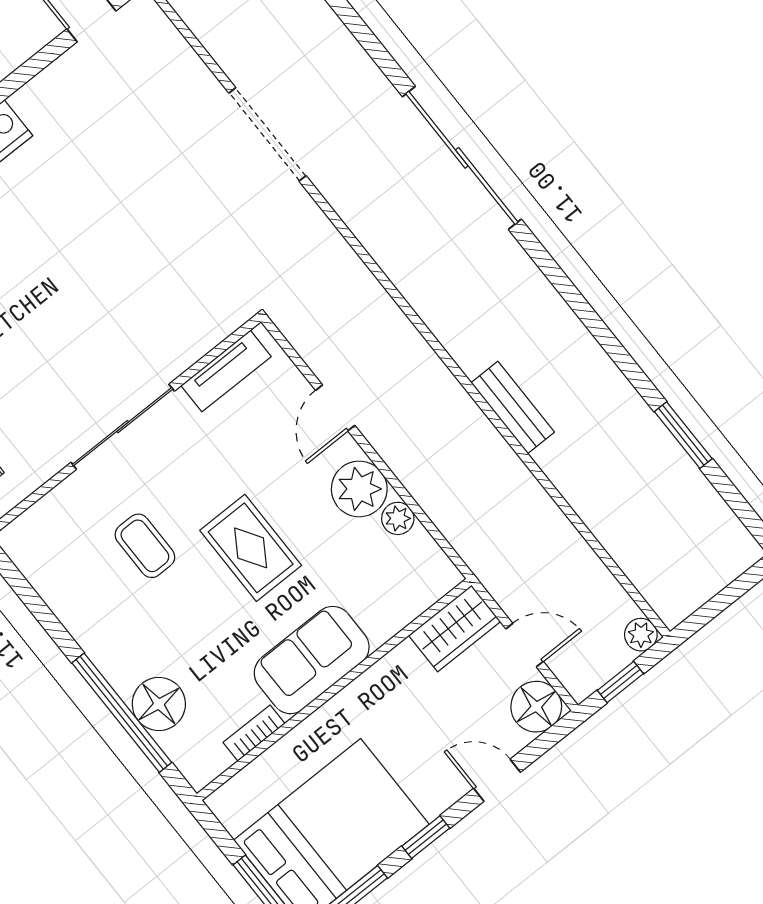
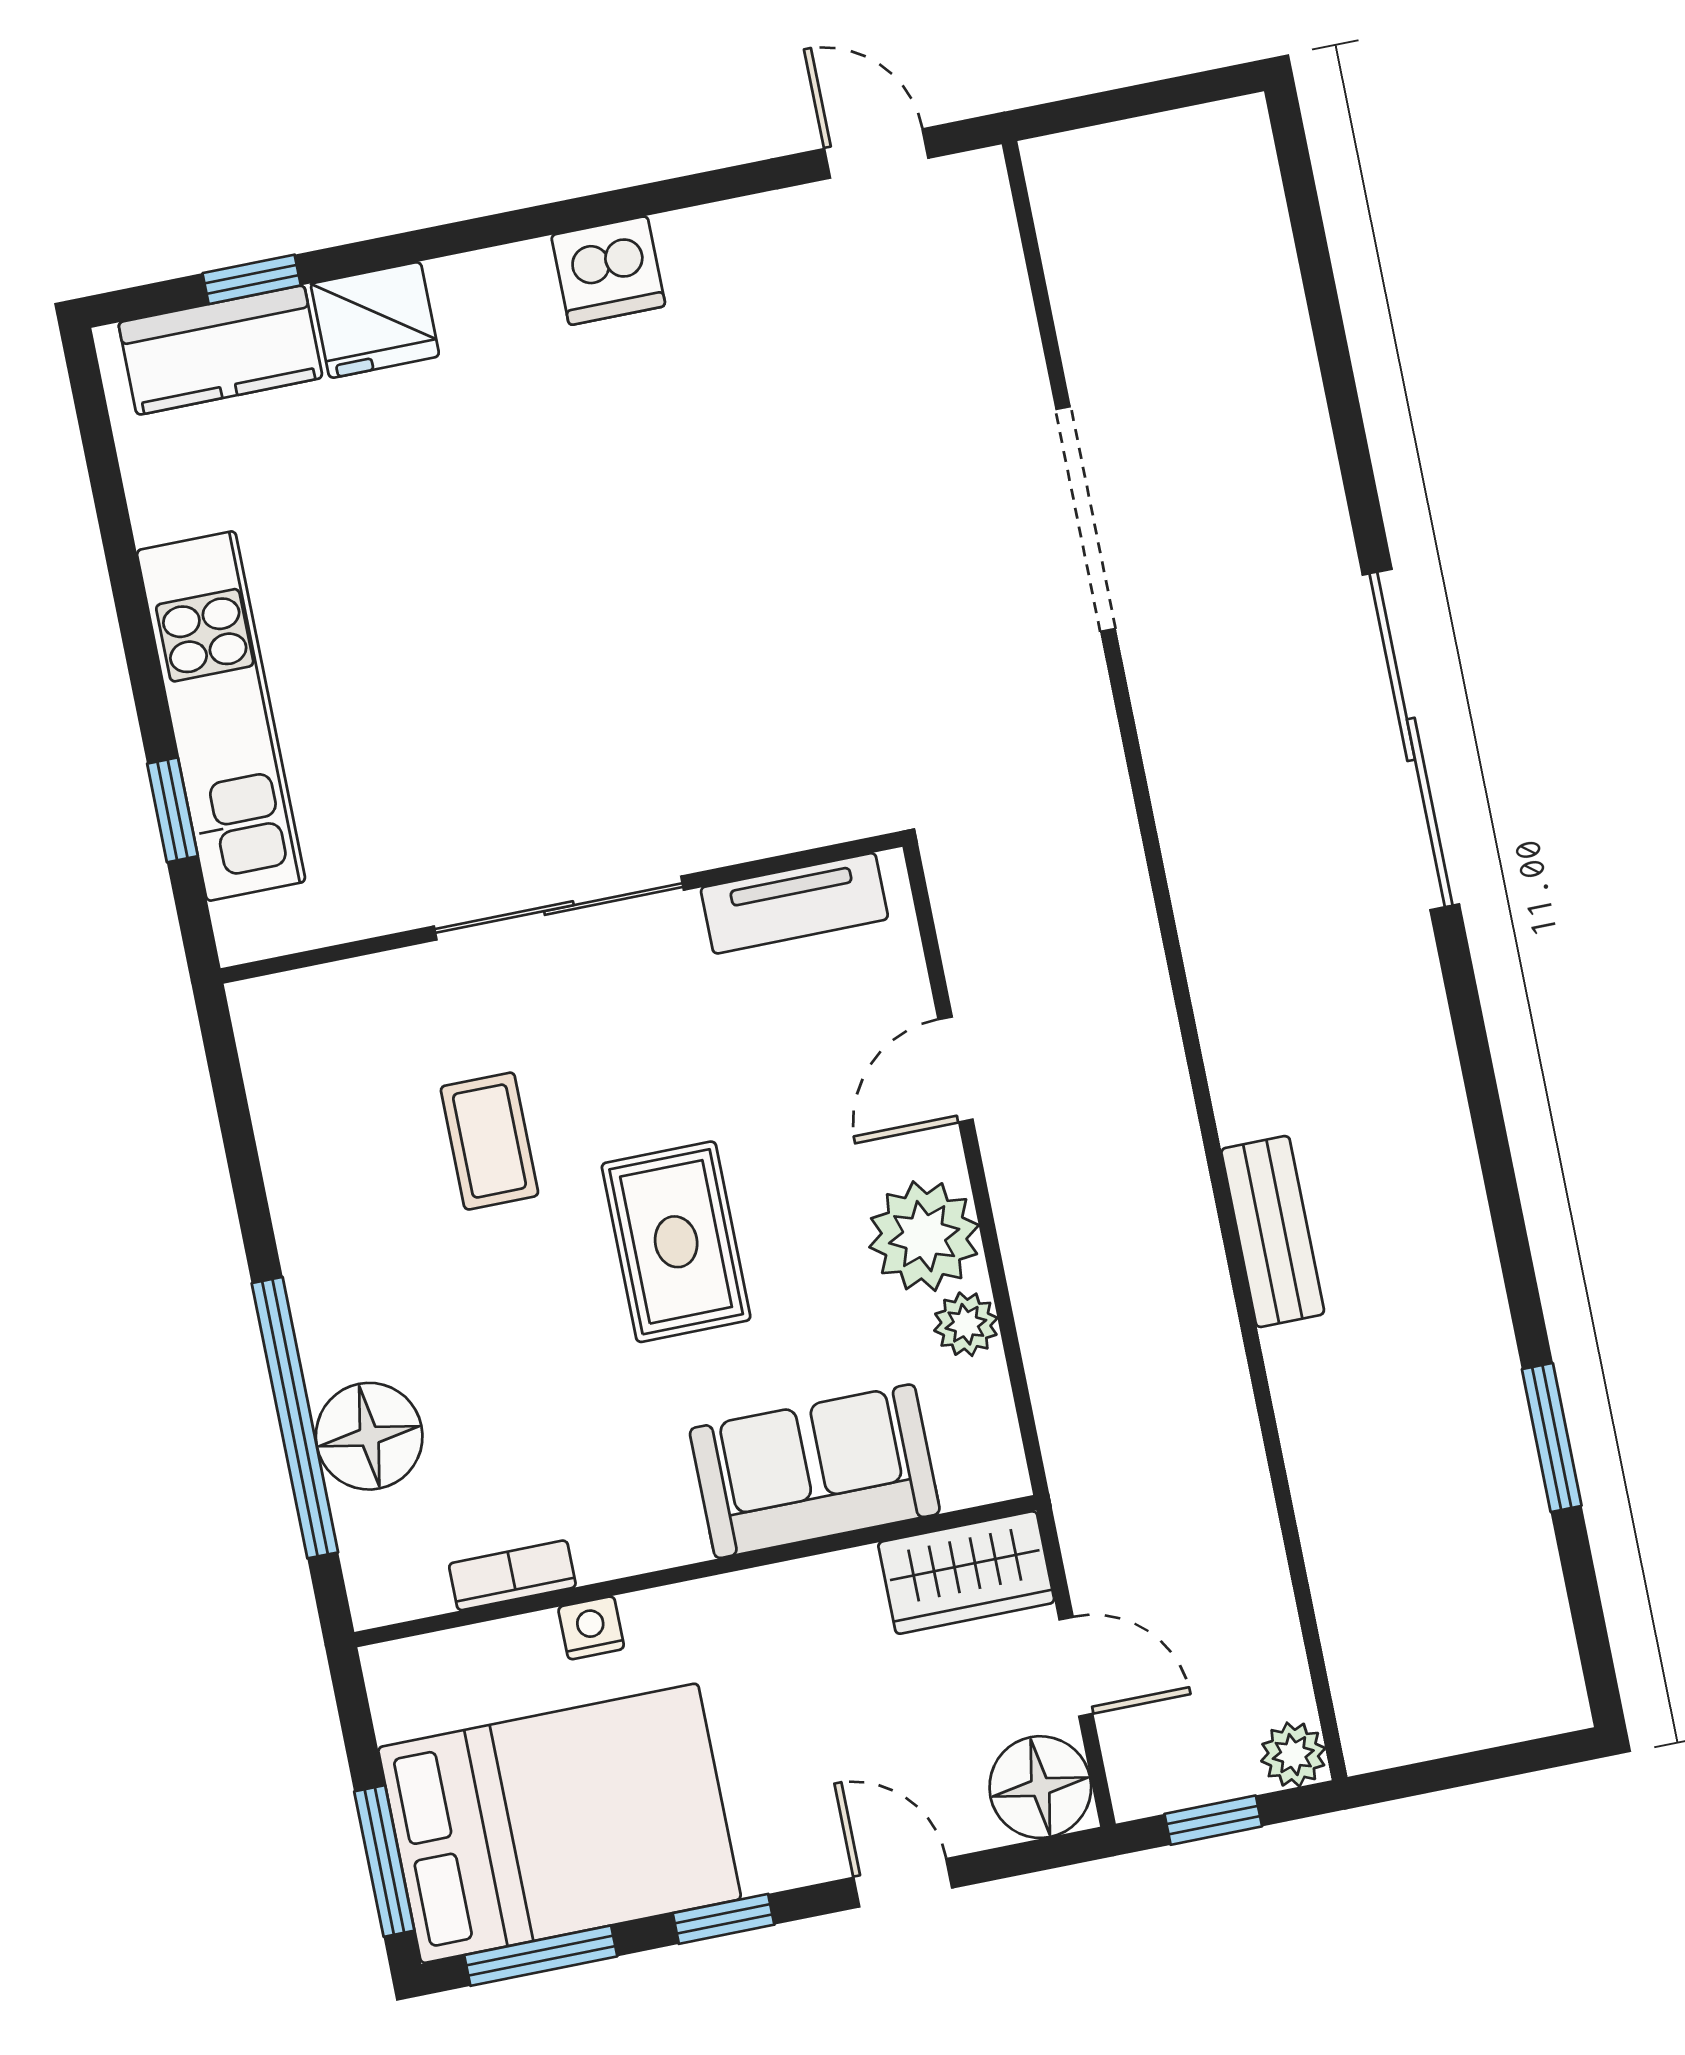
sofa: (312, 660) -> (815, 1471), moved
nightstand: (301, 738) -> (591, 1628), added

